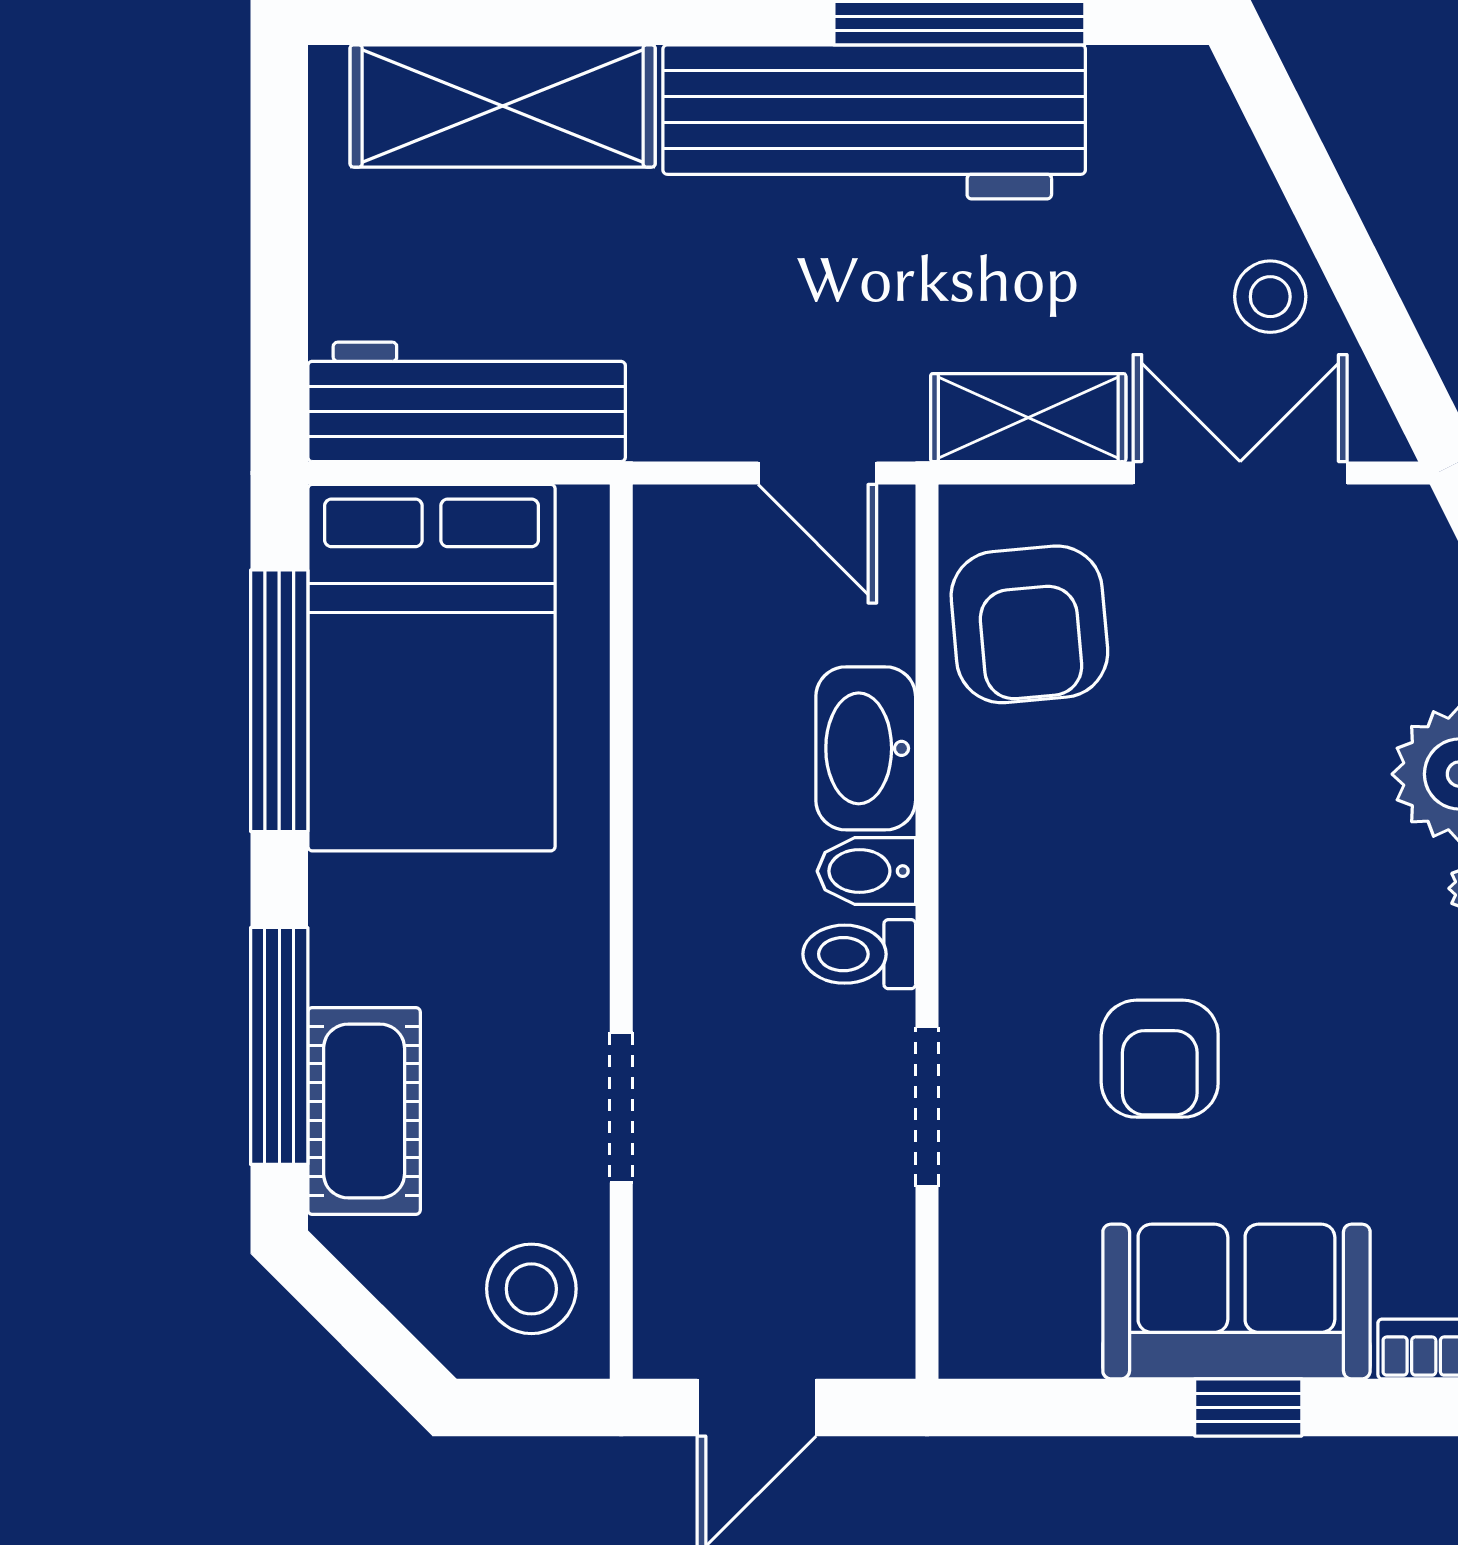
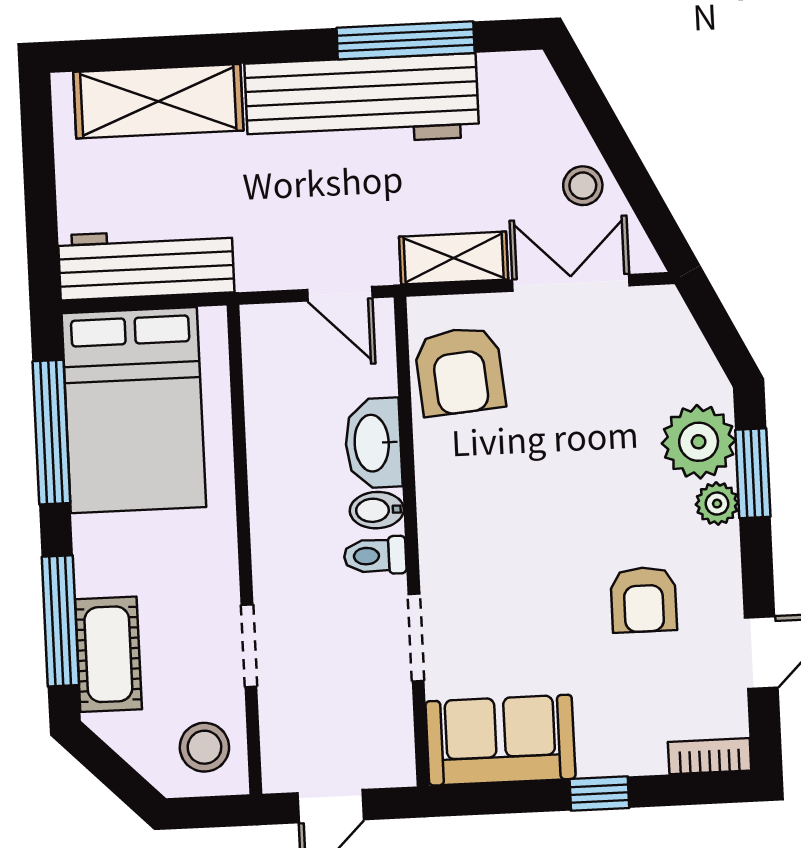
armchair: (1160, 1059) -> (644, 600), moved
sofa: (1236, 1301) -> (500, 740), moved

